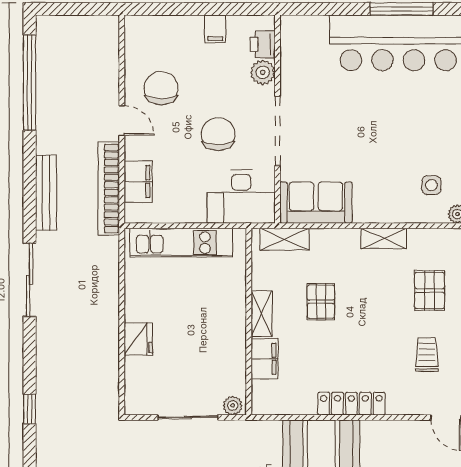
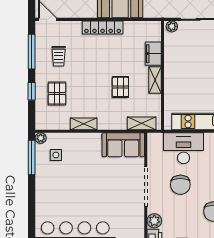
desk: (241, 197) -> (184, 148), moved

